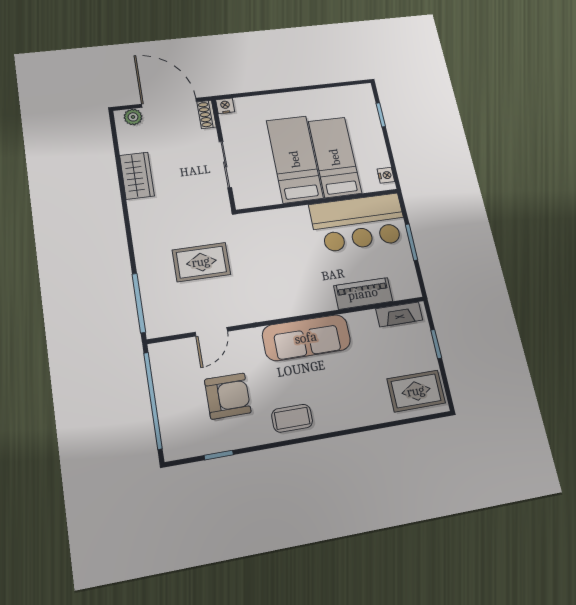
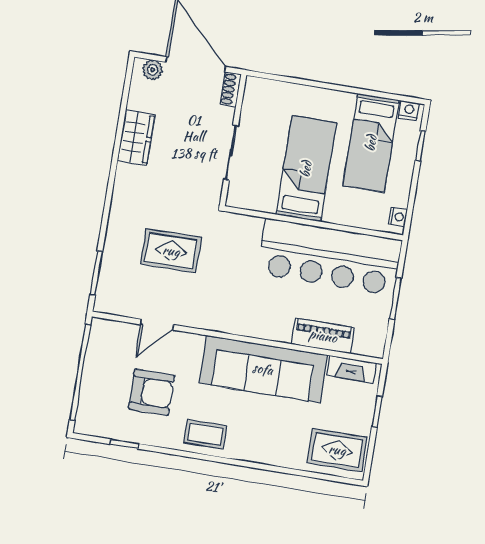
nightstand: (225, 106) -> (409, 111), moved
bed: (335, 157) -> (371, 143), moved, turned 180
bar counter: (359, 223) -> (330, 257), width x1.36
window: (139, 303) -> (96, 273), width x0.69
sofa: (306, 338) -> (263, 369), width x1.36, depth x1.27

